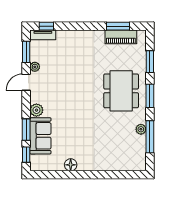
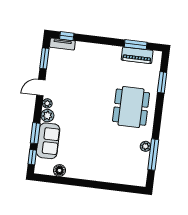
plant: (35, 67) -> (47, 103), moved
window: (150, 96) -> (158, 115), removed
floor lamp: (71, 165) -> (59, 170), moved

